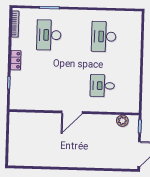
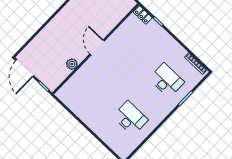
locker: (16, 60) -> (143, 15), moved
desk: (102, 86) -> (97, 86), removed
plant: (122, 121) -> (72, 64), moved

